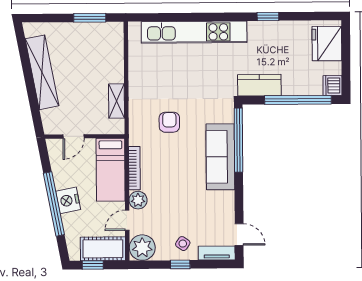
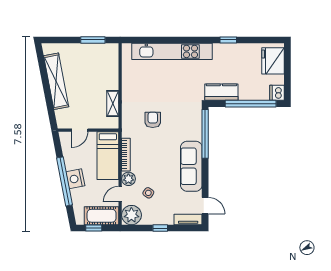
sofa: (220, 157) -> (191, 166), moved
side table: (183, 244) -> (148, 193), moved

